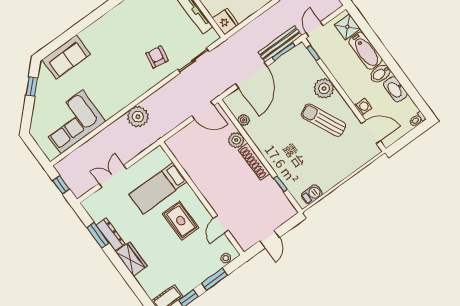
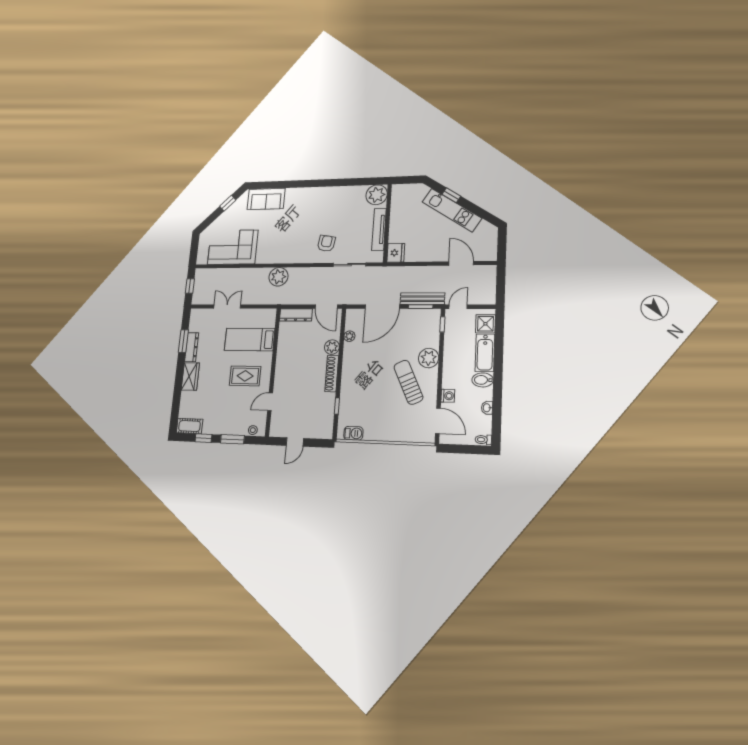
washbasin: (395, 89) -> (487, 408), width x0.52, depth x0.69
dresser: (182, 137) -> (296, 315), added
rug: (181, 221) -> (245, 376), turned 90

